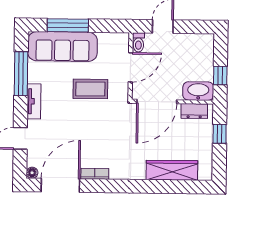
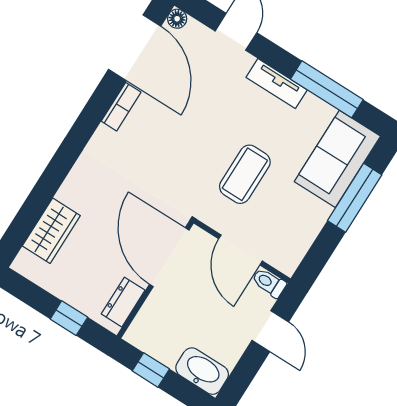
sofa: (63, 47) -> (337, 159), width x0.73
washbasin: (198, 91) -> (202, 371), moved, turned -90
wardrobe: (172, 170) -> (51, 231), width x0.67

